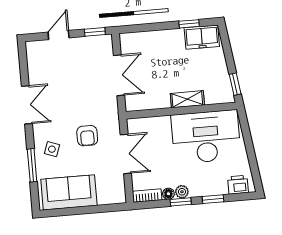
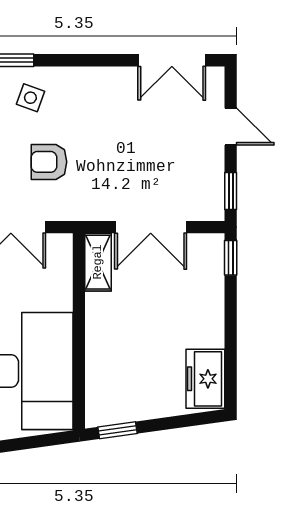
window: (189, 24) -> (231, 258), moved
shelving: (187, 99) -> (98, 262), moved
double door: (27, 105) -> (172, 60), moved

